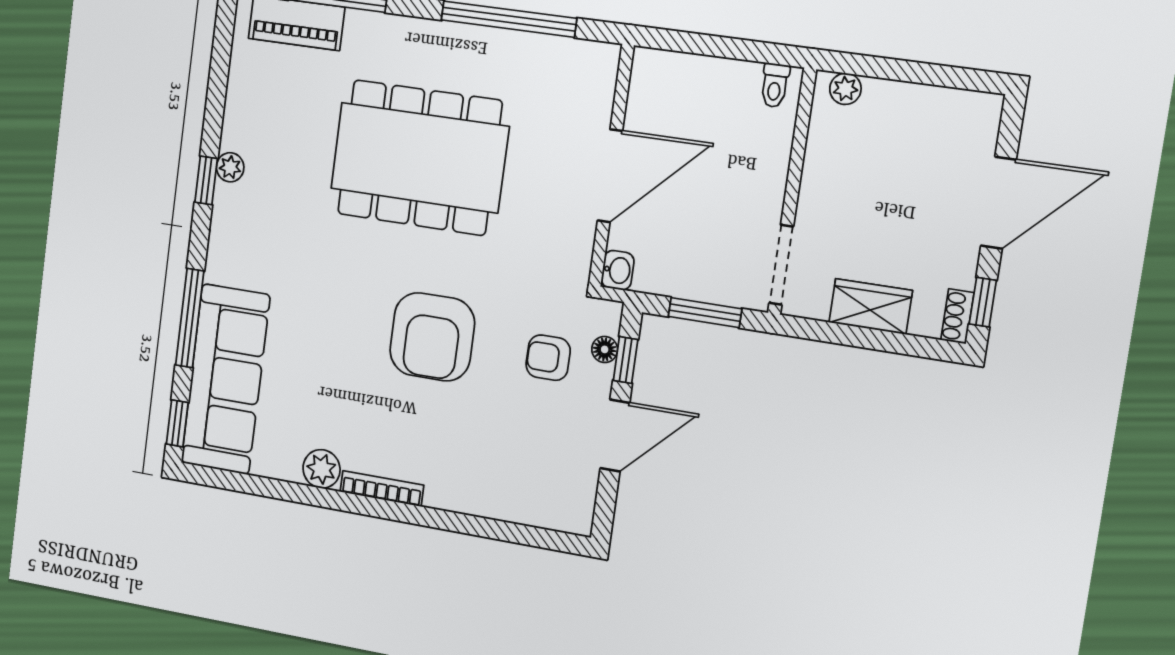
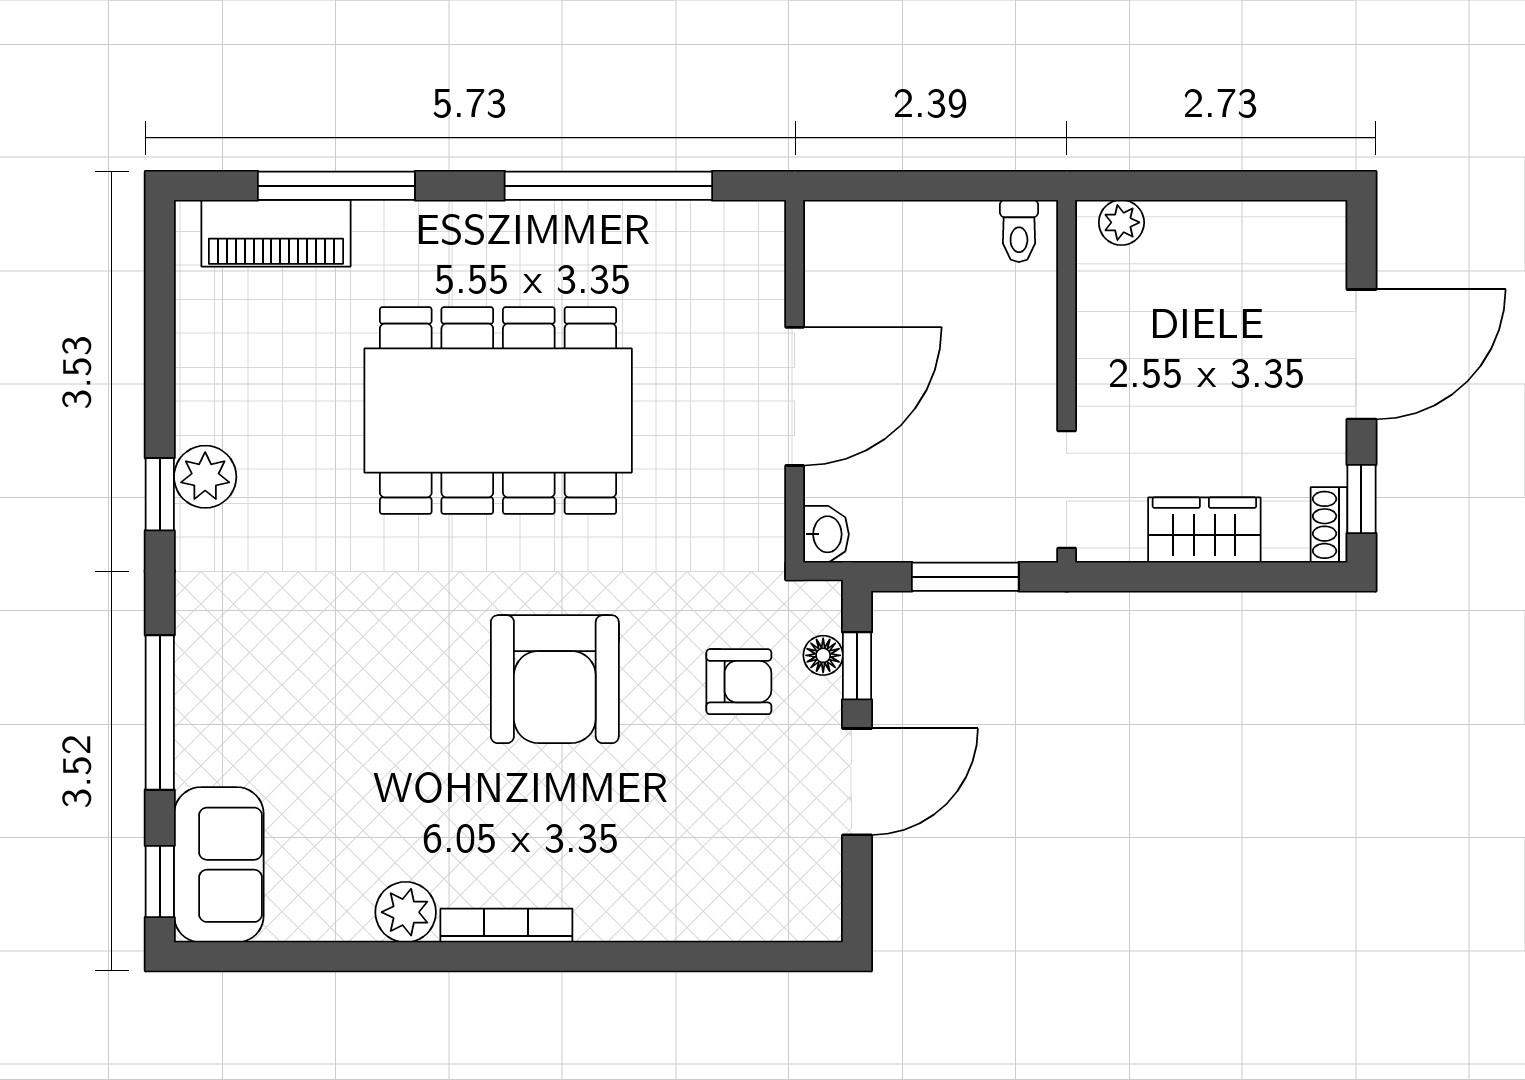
plant: (230, 167) -> (205, 477), width x1.38, depth x1.38
armchair: (548, 358) -> (739, 682), turned 180
sofa: (226, 379) -> (219, 865), width x0.54, depth x0.79

